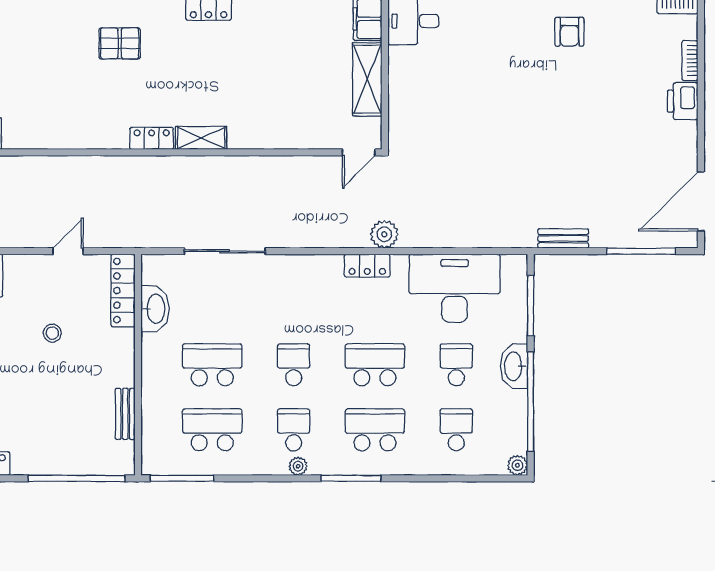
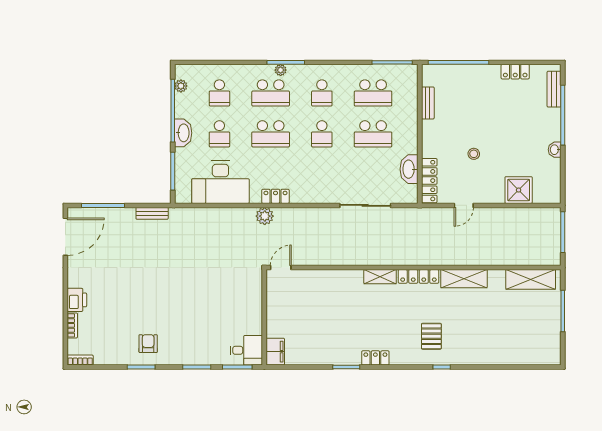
pallet: (120, 43) -> (431, 336), turned 90
shelving: (367, 79) -> (464, 279), moved, turned 90
locker: (152, 138) -> (418, 276), width x1.53
plant: (517, 465) -> (181, 86), moved
plant: (298, 466) -> (281, 70), moved

